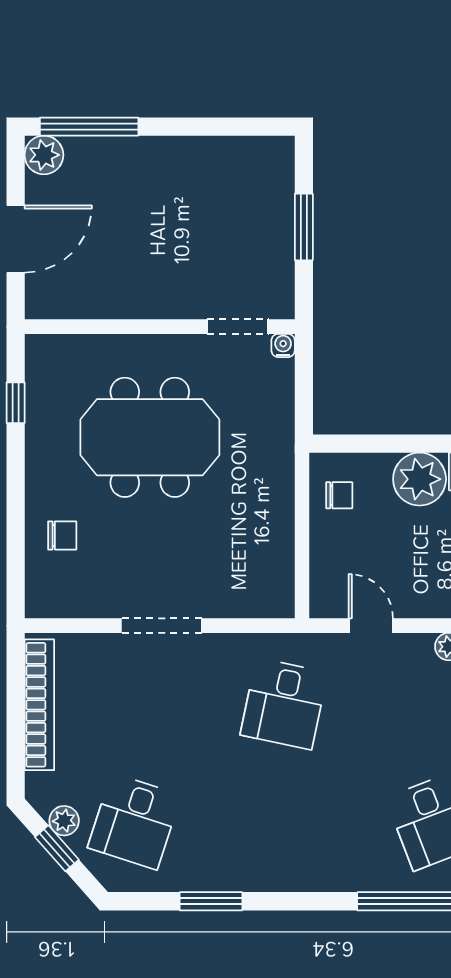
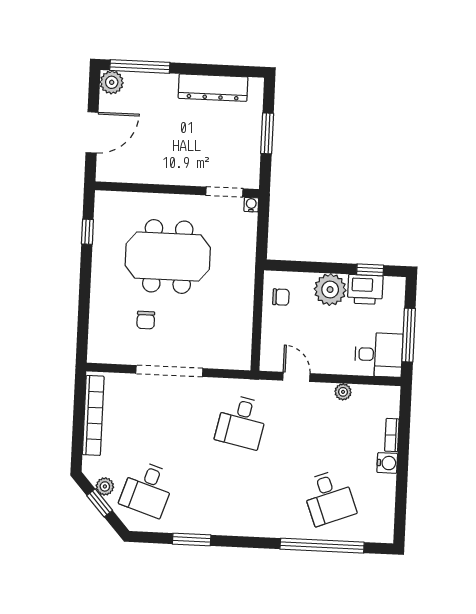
dresser: (211, 156) -> (213, 88), added
chair: (62, 535) -> (146, 320), moved, turned 90
doorway: (161, 626) -> (169, 371), width x1.36

